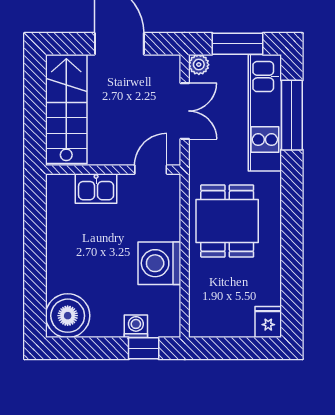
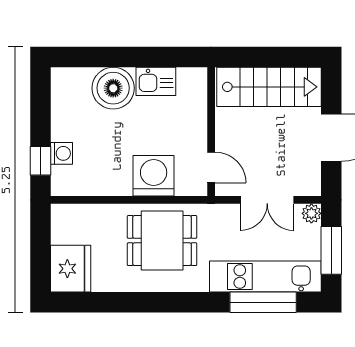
kitchen sink: (96, 188) -> (156, 81), moved, turned -90
washing machine: (159, 263) -> (154, 176), moved
boiler: (68, 316) -> (113, 88), moved
fridge: (268, 322) -> (71, 269), width x1.88, depth x1.34

